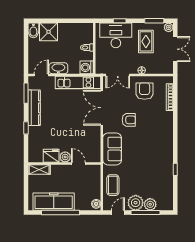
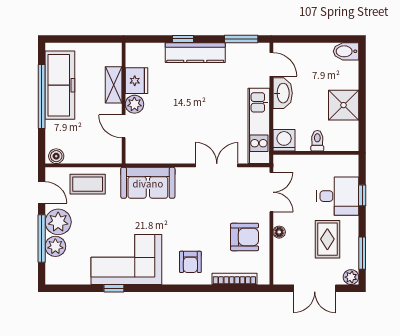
shower: (48, 32) -> (344, 105), moved
desk: (116, 35) -> (338, 196), width x0.73
rug: (146, 41) -> (327, 239), turned 90
double door: (118, 75) -> (271, 192), swing flipped
kitchen counter: (34, 108) -> (195, 53), moved
double door: (102, 108) -> (217, 165), width x0.73
armchair: (129, 120) -> (190, 262), moved
corner sofa: (158, 162) -> (126, 260), added
door: (78, 164) -> (124, 126), swing flipped
shelving: (39, 169) -> (114, 85), moved

